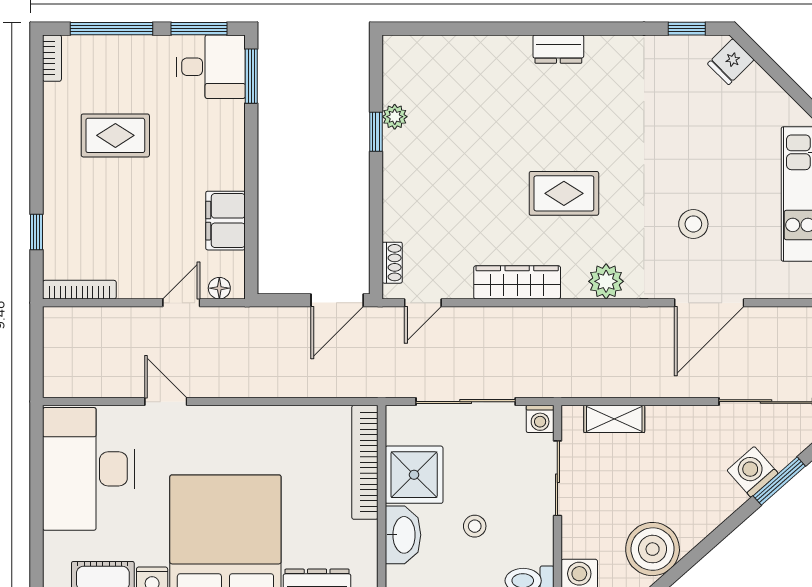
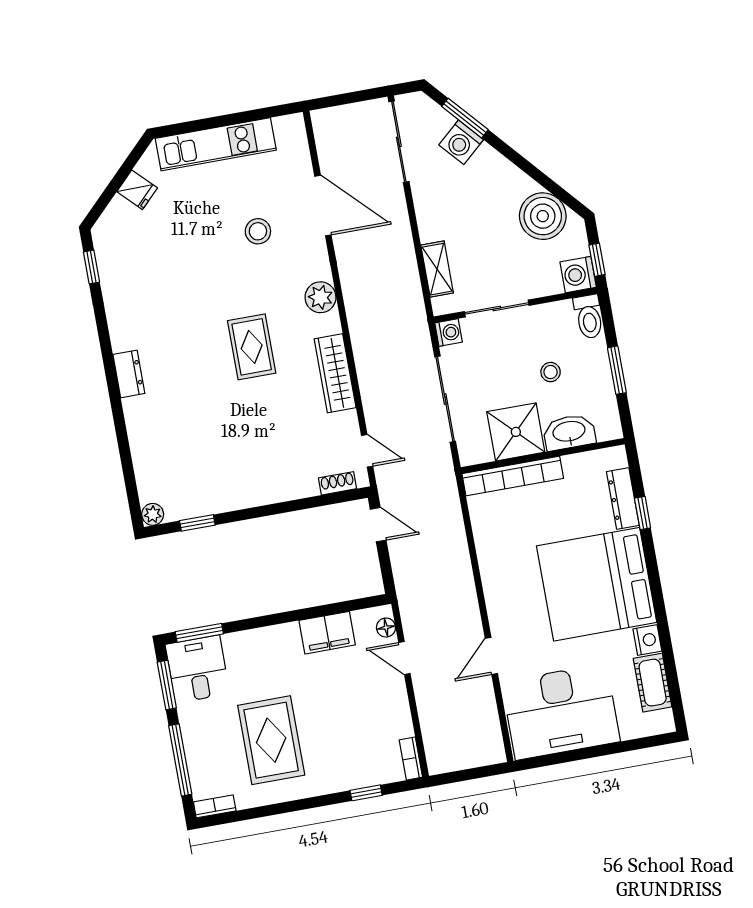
fridge: (731, 62) -> (137, 190), moved
plant: (395, 117) -> (153, 514), moved
window: (376, 132) -> (197, 523), moved
rug: (115, 135) -> (271, 740), width x1.36, depth x1.43
bookcase: (79, 290) -> (411, 759), width x0.64
door: (337, 300) -> (378, 525), width x0.73

